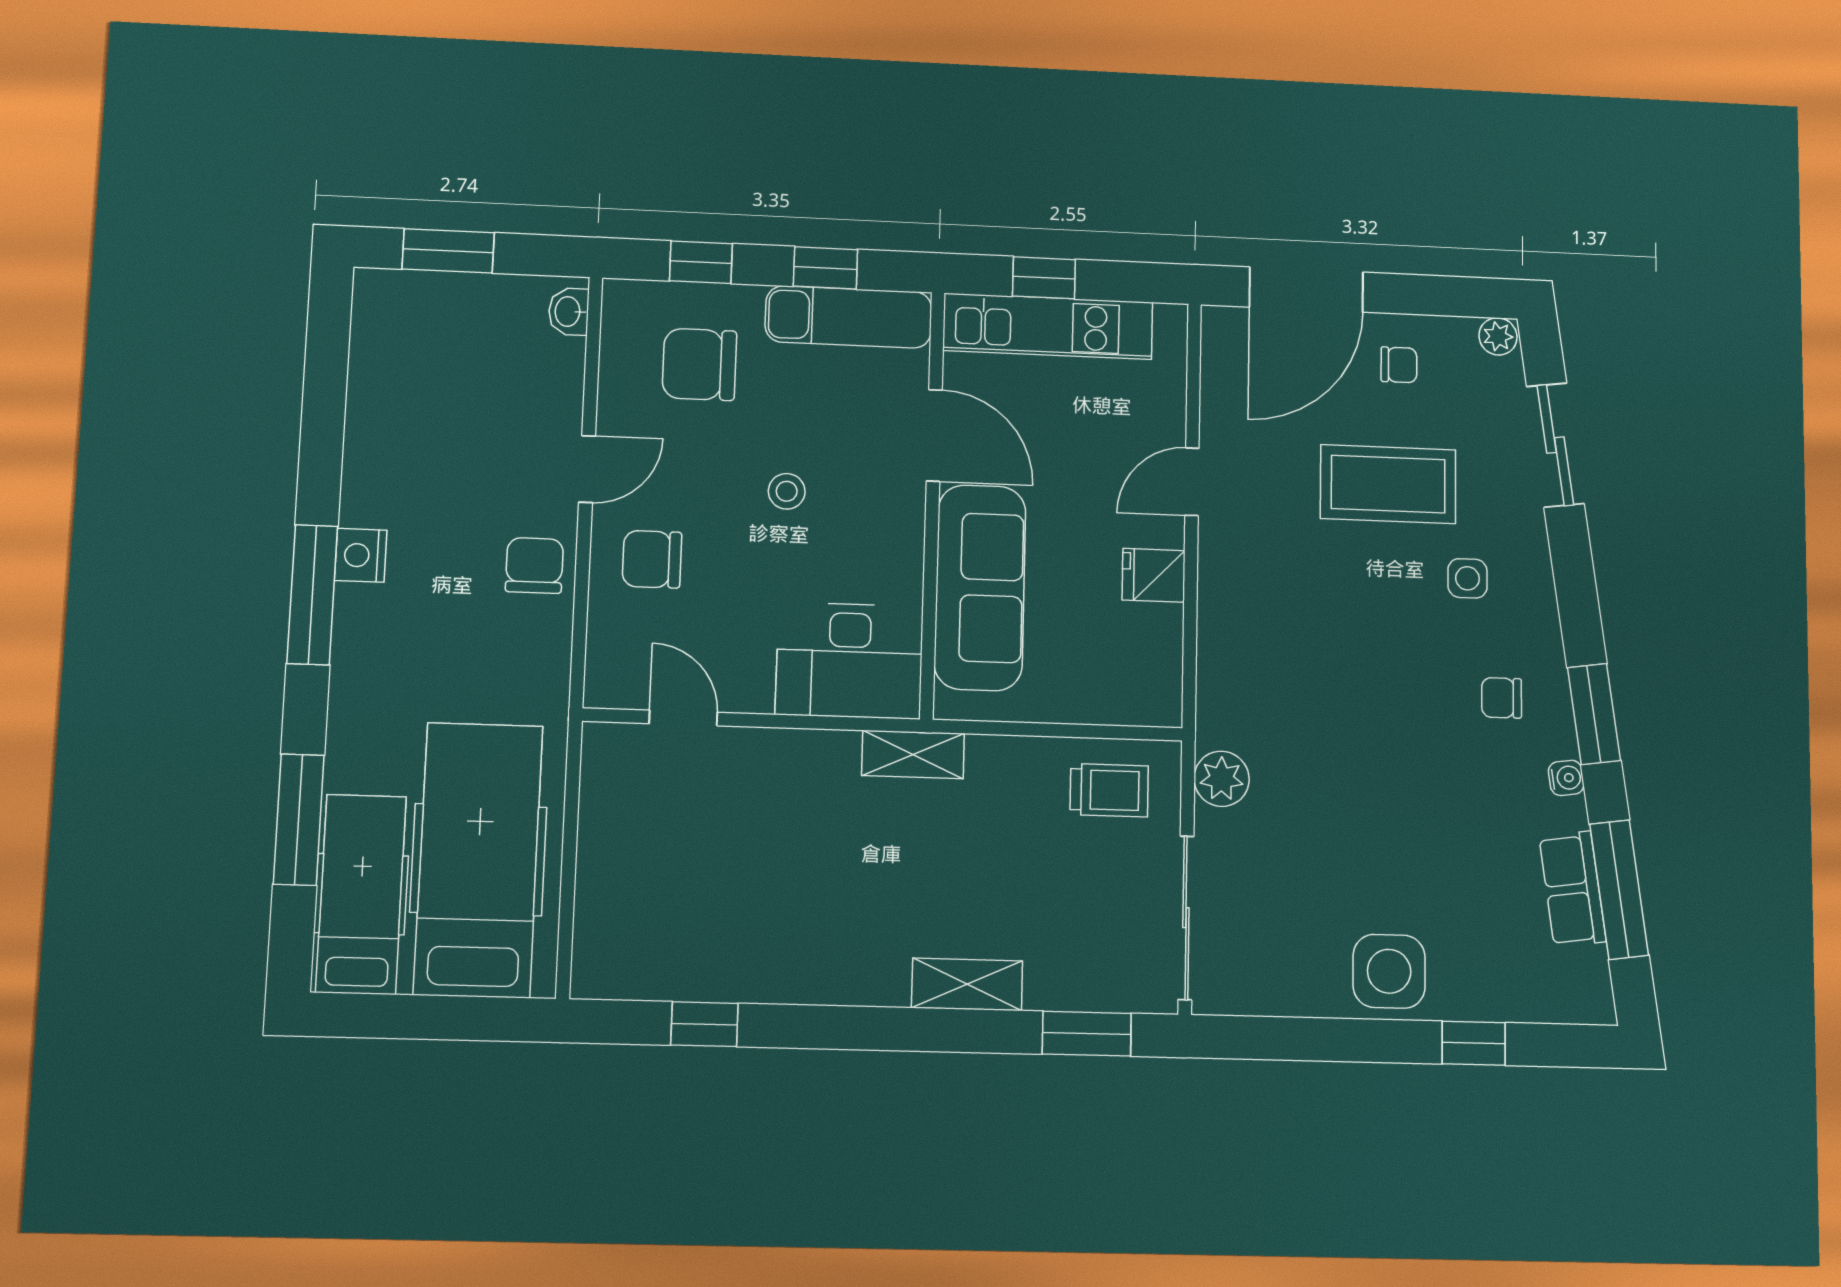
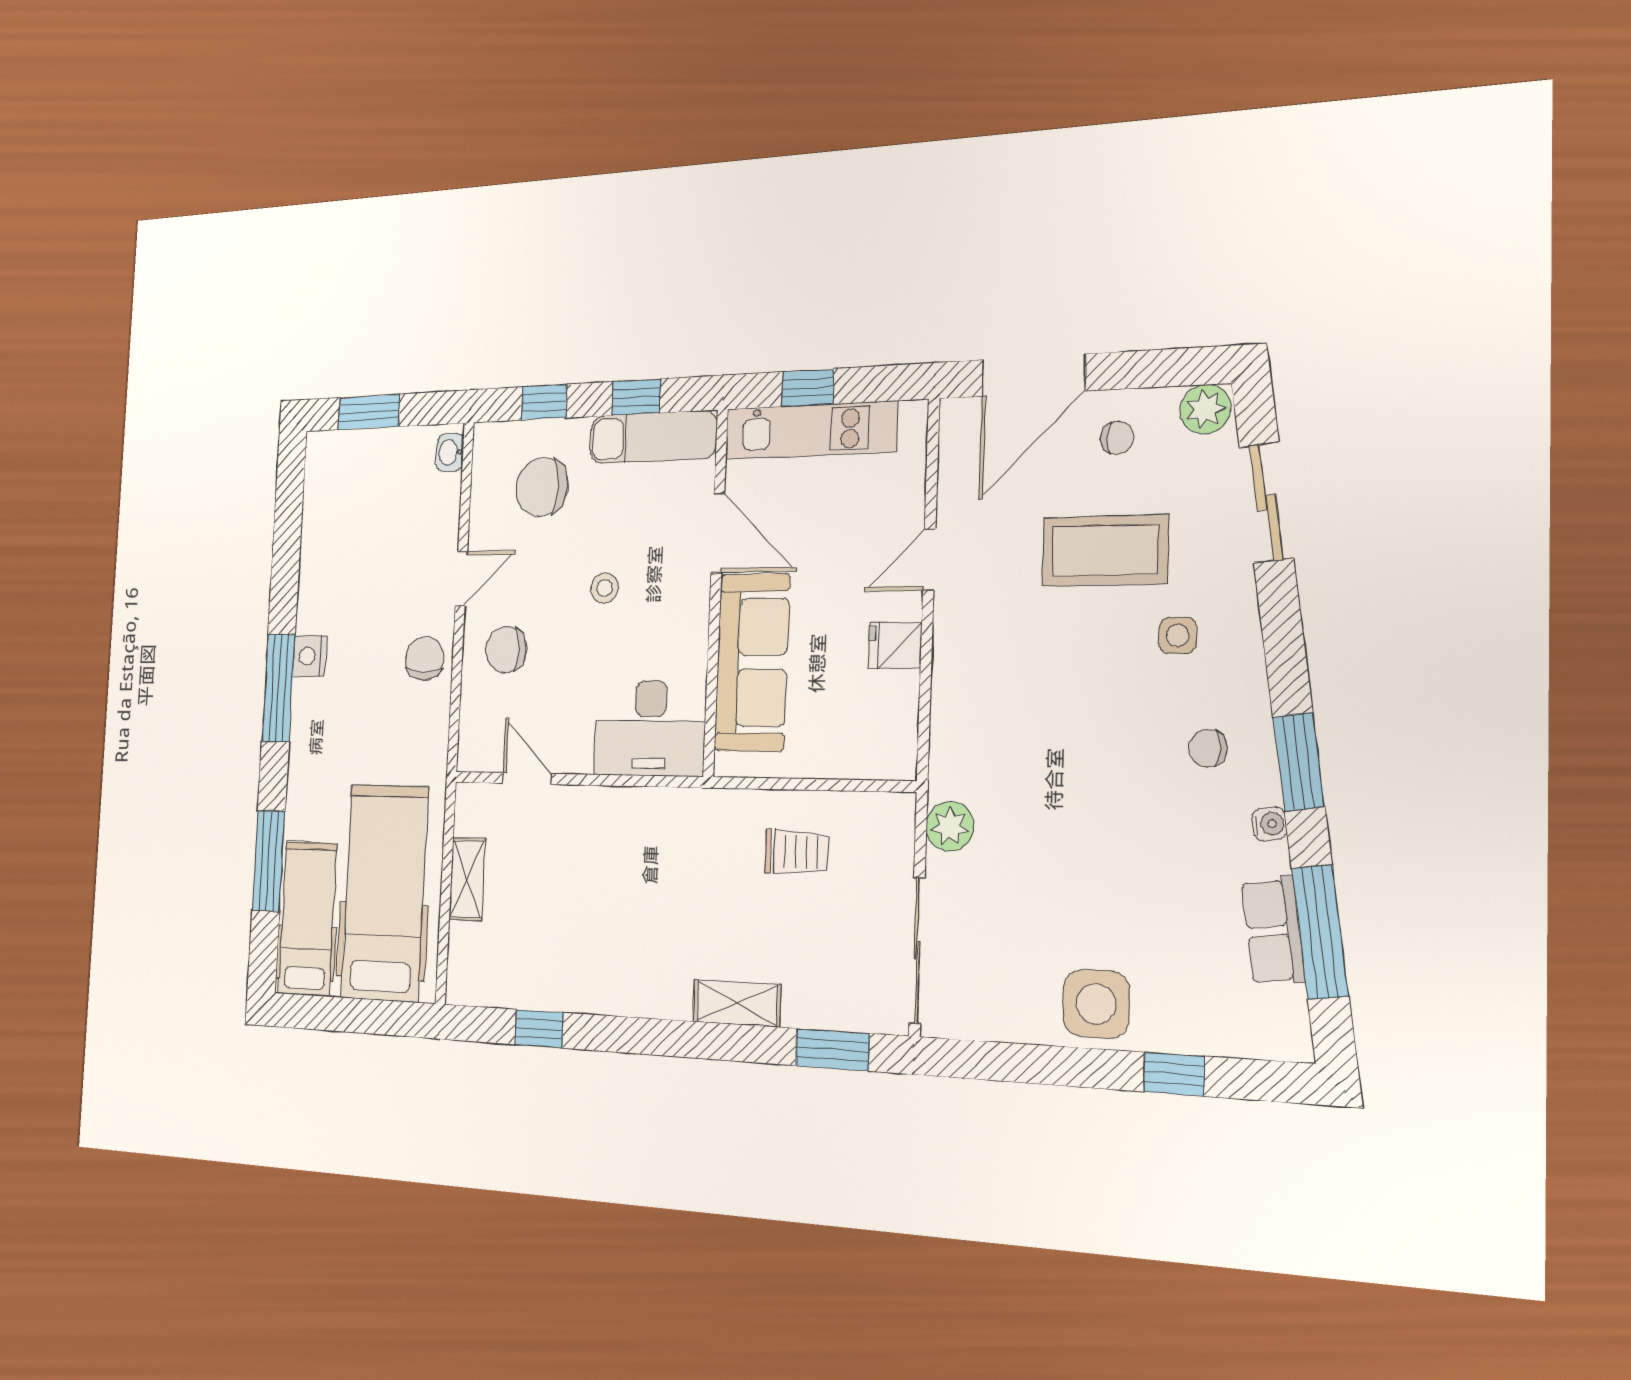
plant: (1498, 336) -> (1205, 409), width x1.38, depth x1.38
shelving: (913, 754) -> (467, 879), moved, turned 90
trolley: (1109, 790) -> (797, 852), moved

